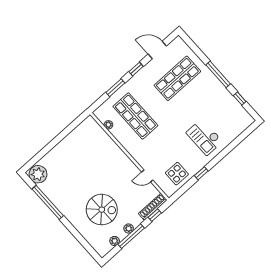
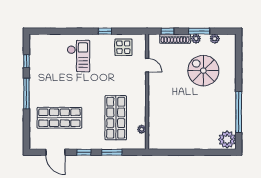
shoe rack: (153, 207) -> (175, 39), moved
window: (131, 236) -> (199, 31), width x0.69

